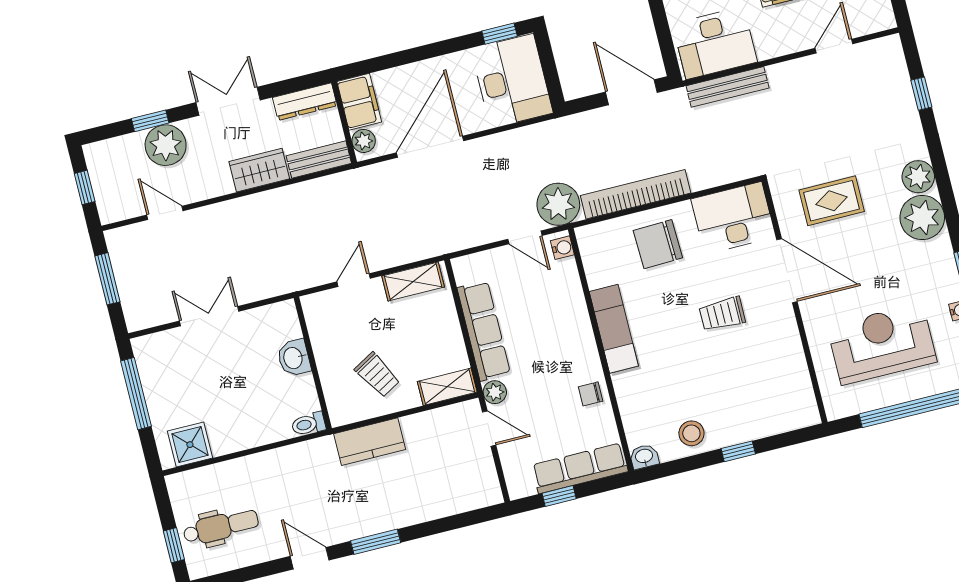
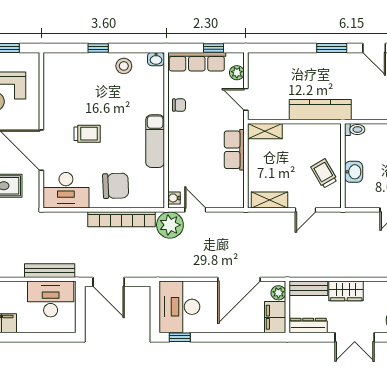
row of seats: (484, 331) -> (234, 150), width x0.68
trolley: (377, 375) -> (324, 174), moved
plant: (495, 392) -> (237, 73), moved
kitchen counter: (370, 442) -> (320, 110), width x1.50

